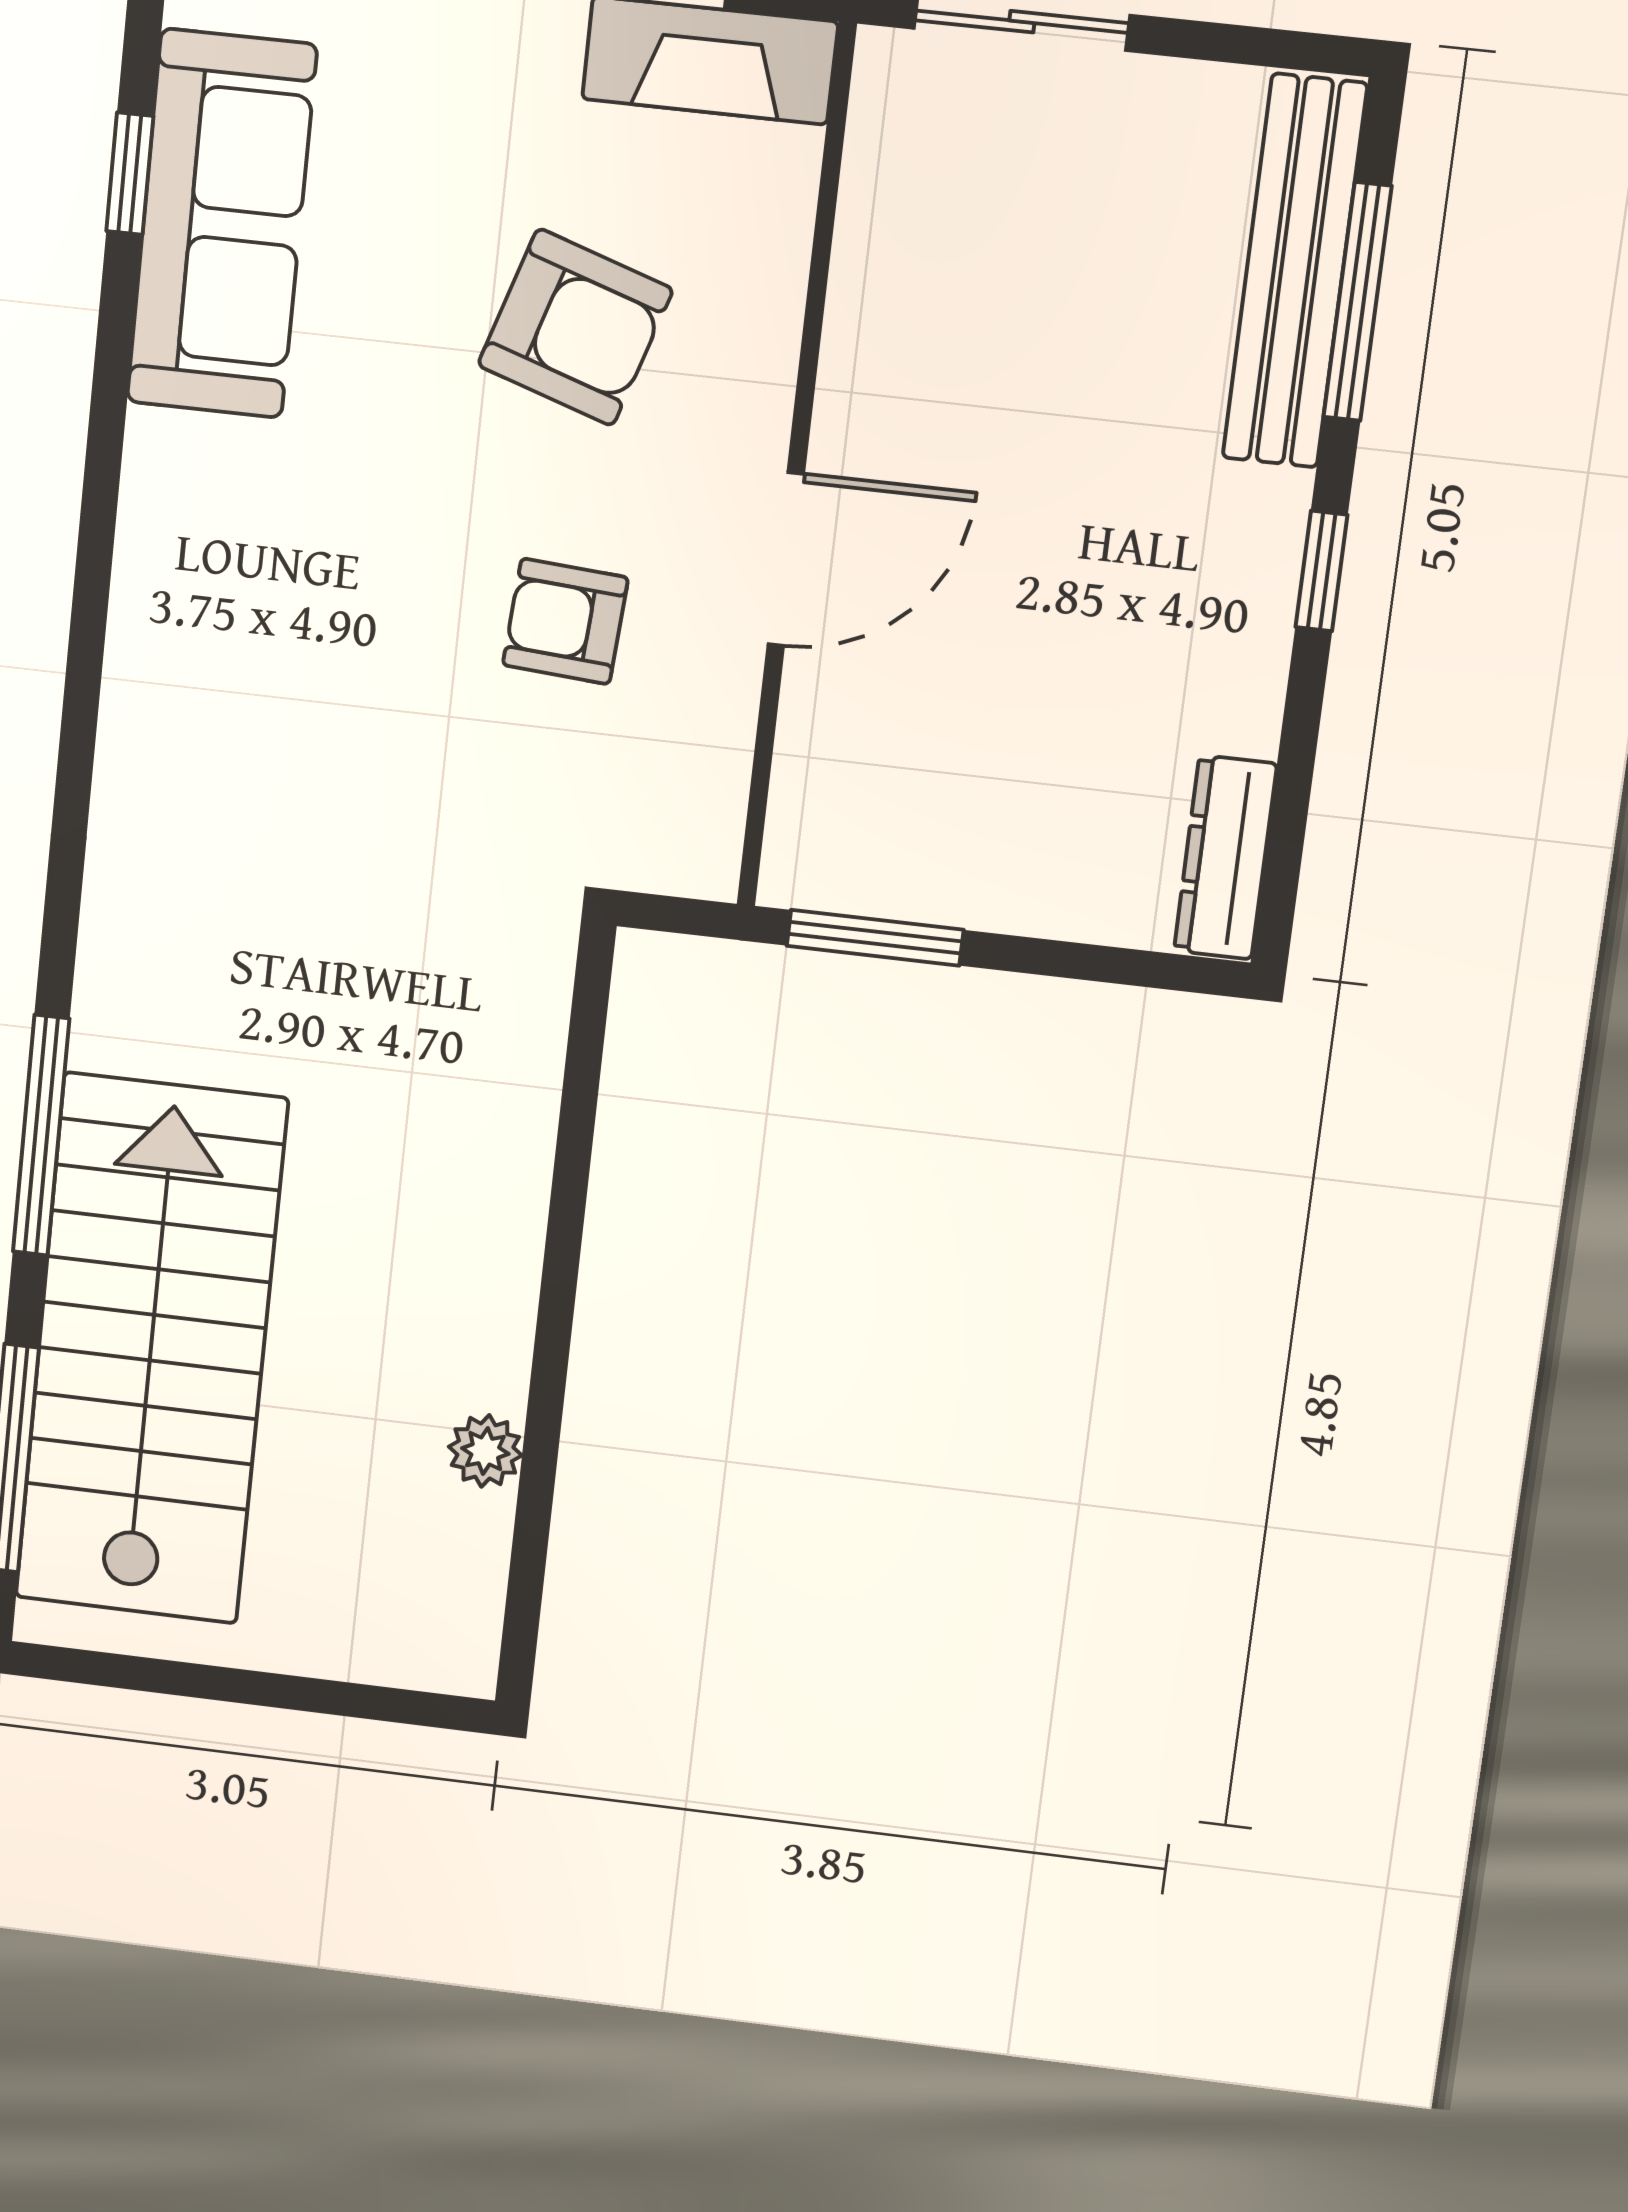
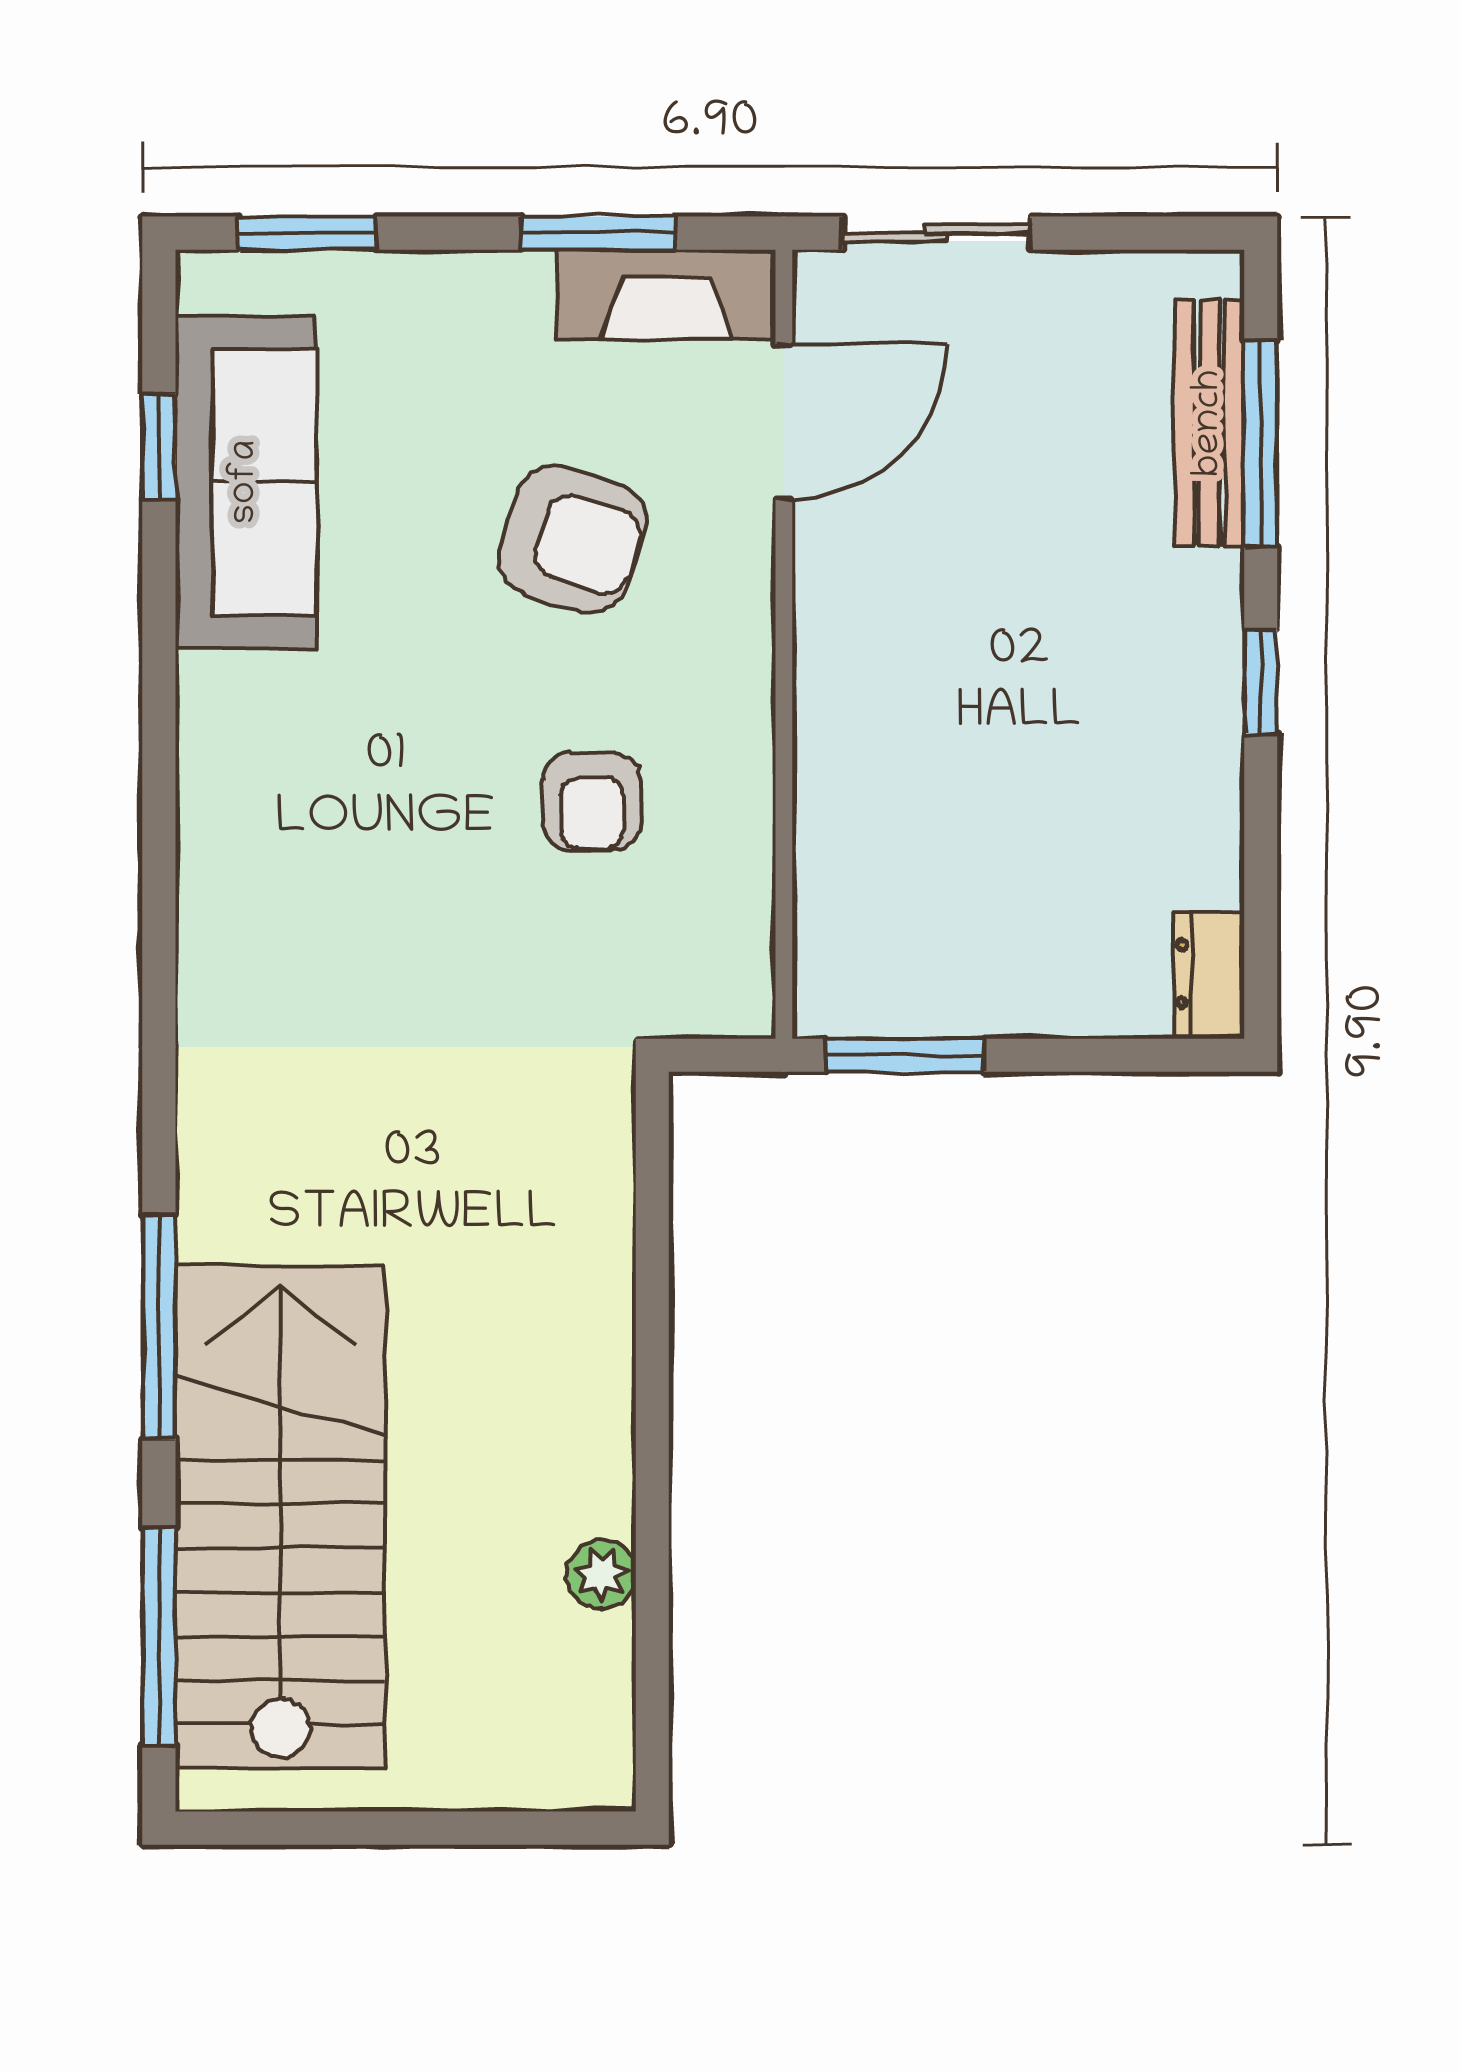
bench: (1295, 271) -> (1210, 423), width x0.73, depth x0.82
door: (786, 559) -> (784, 422), moved
armchair: (565, 621) -> (592, 801), turned -94
dresser: (1225, 857) -> (1209, 974), width x0.70

